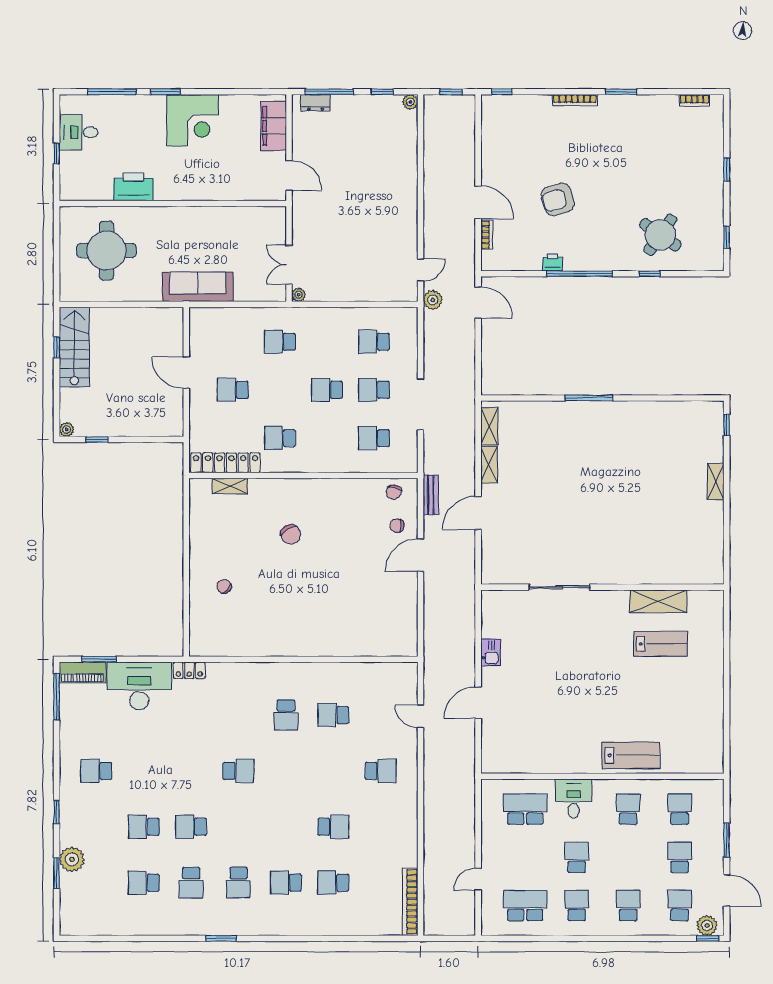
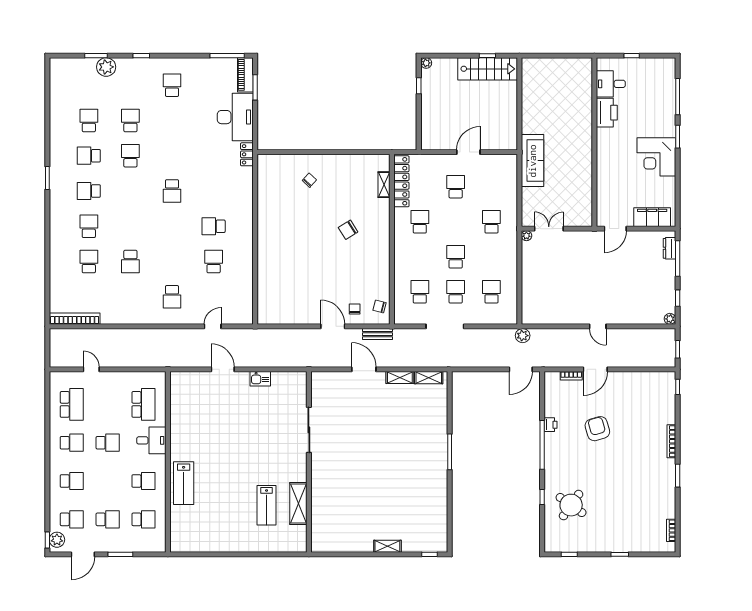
desk: (79, 132) -> (611, 84), moved, turned -90
round table: (106, 251) -> (559, 93), removed
door: (420, 270) -> (598, 326), moved

